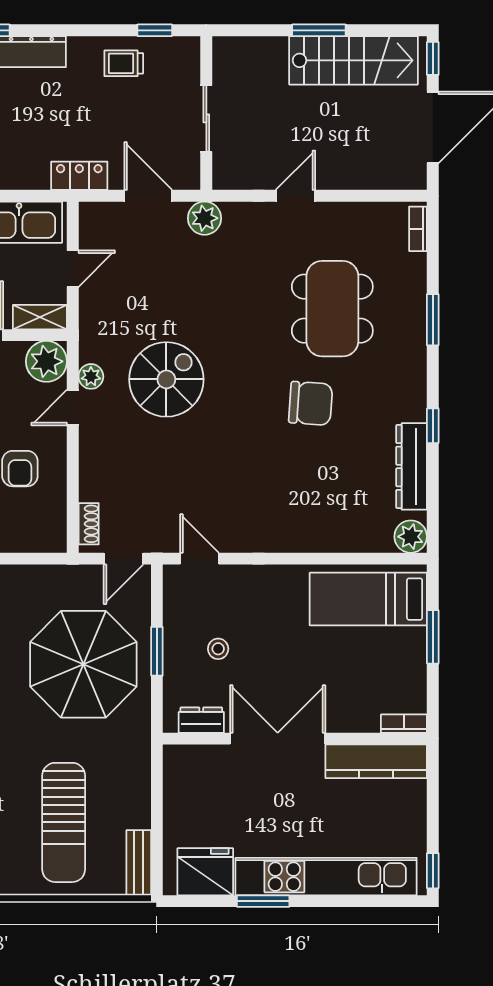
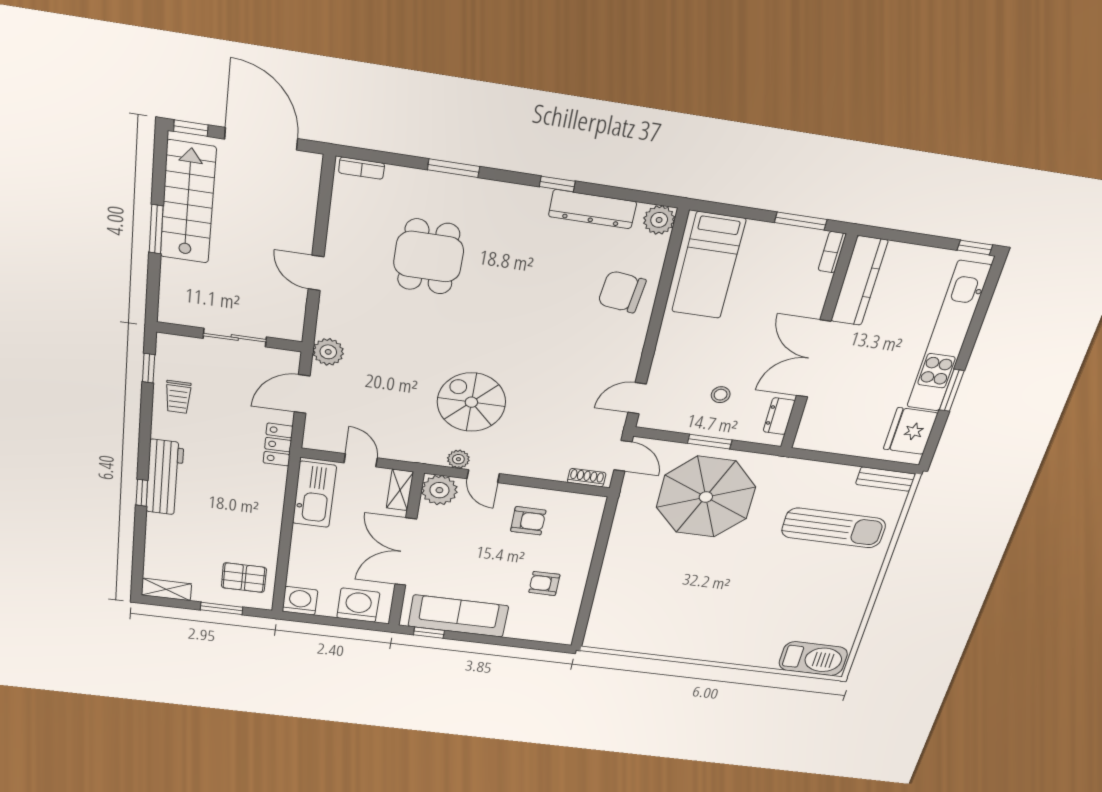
dining table: (332, 309) -> (429, 257), width x0.73
chair: (311, 403) -> (622, 292), moved, turned -87
window: (433, 637) -> (801, 221), moved

